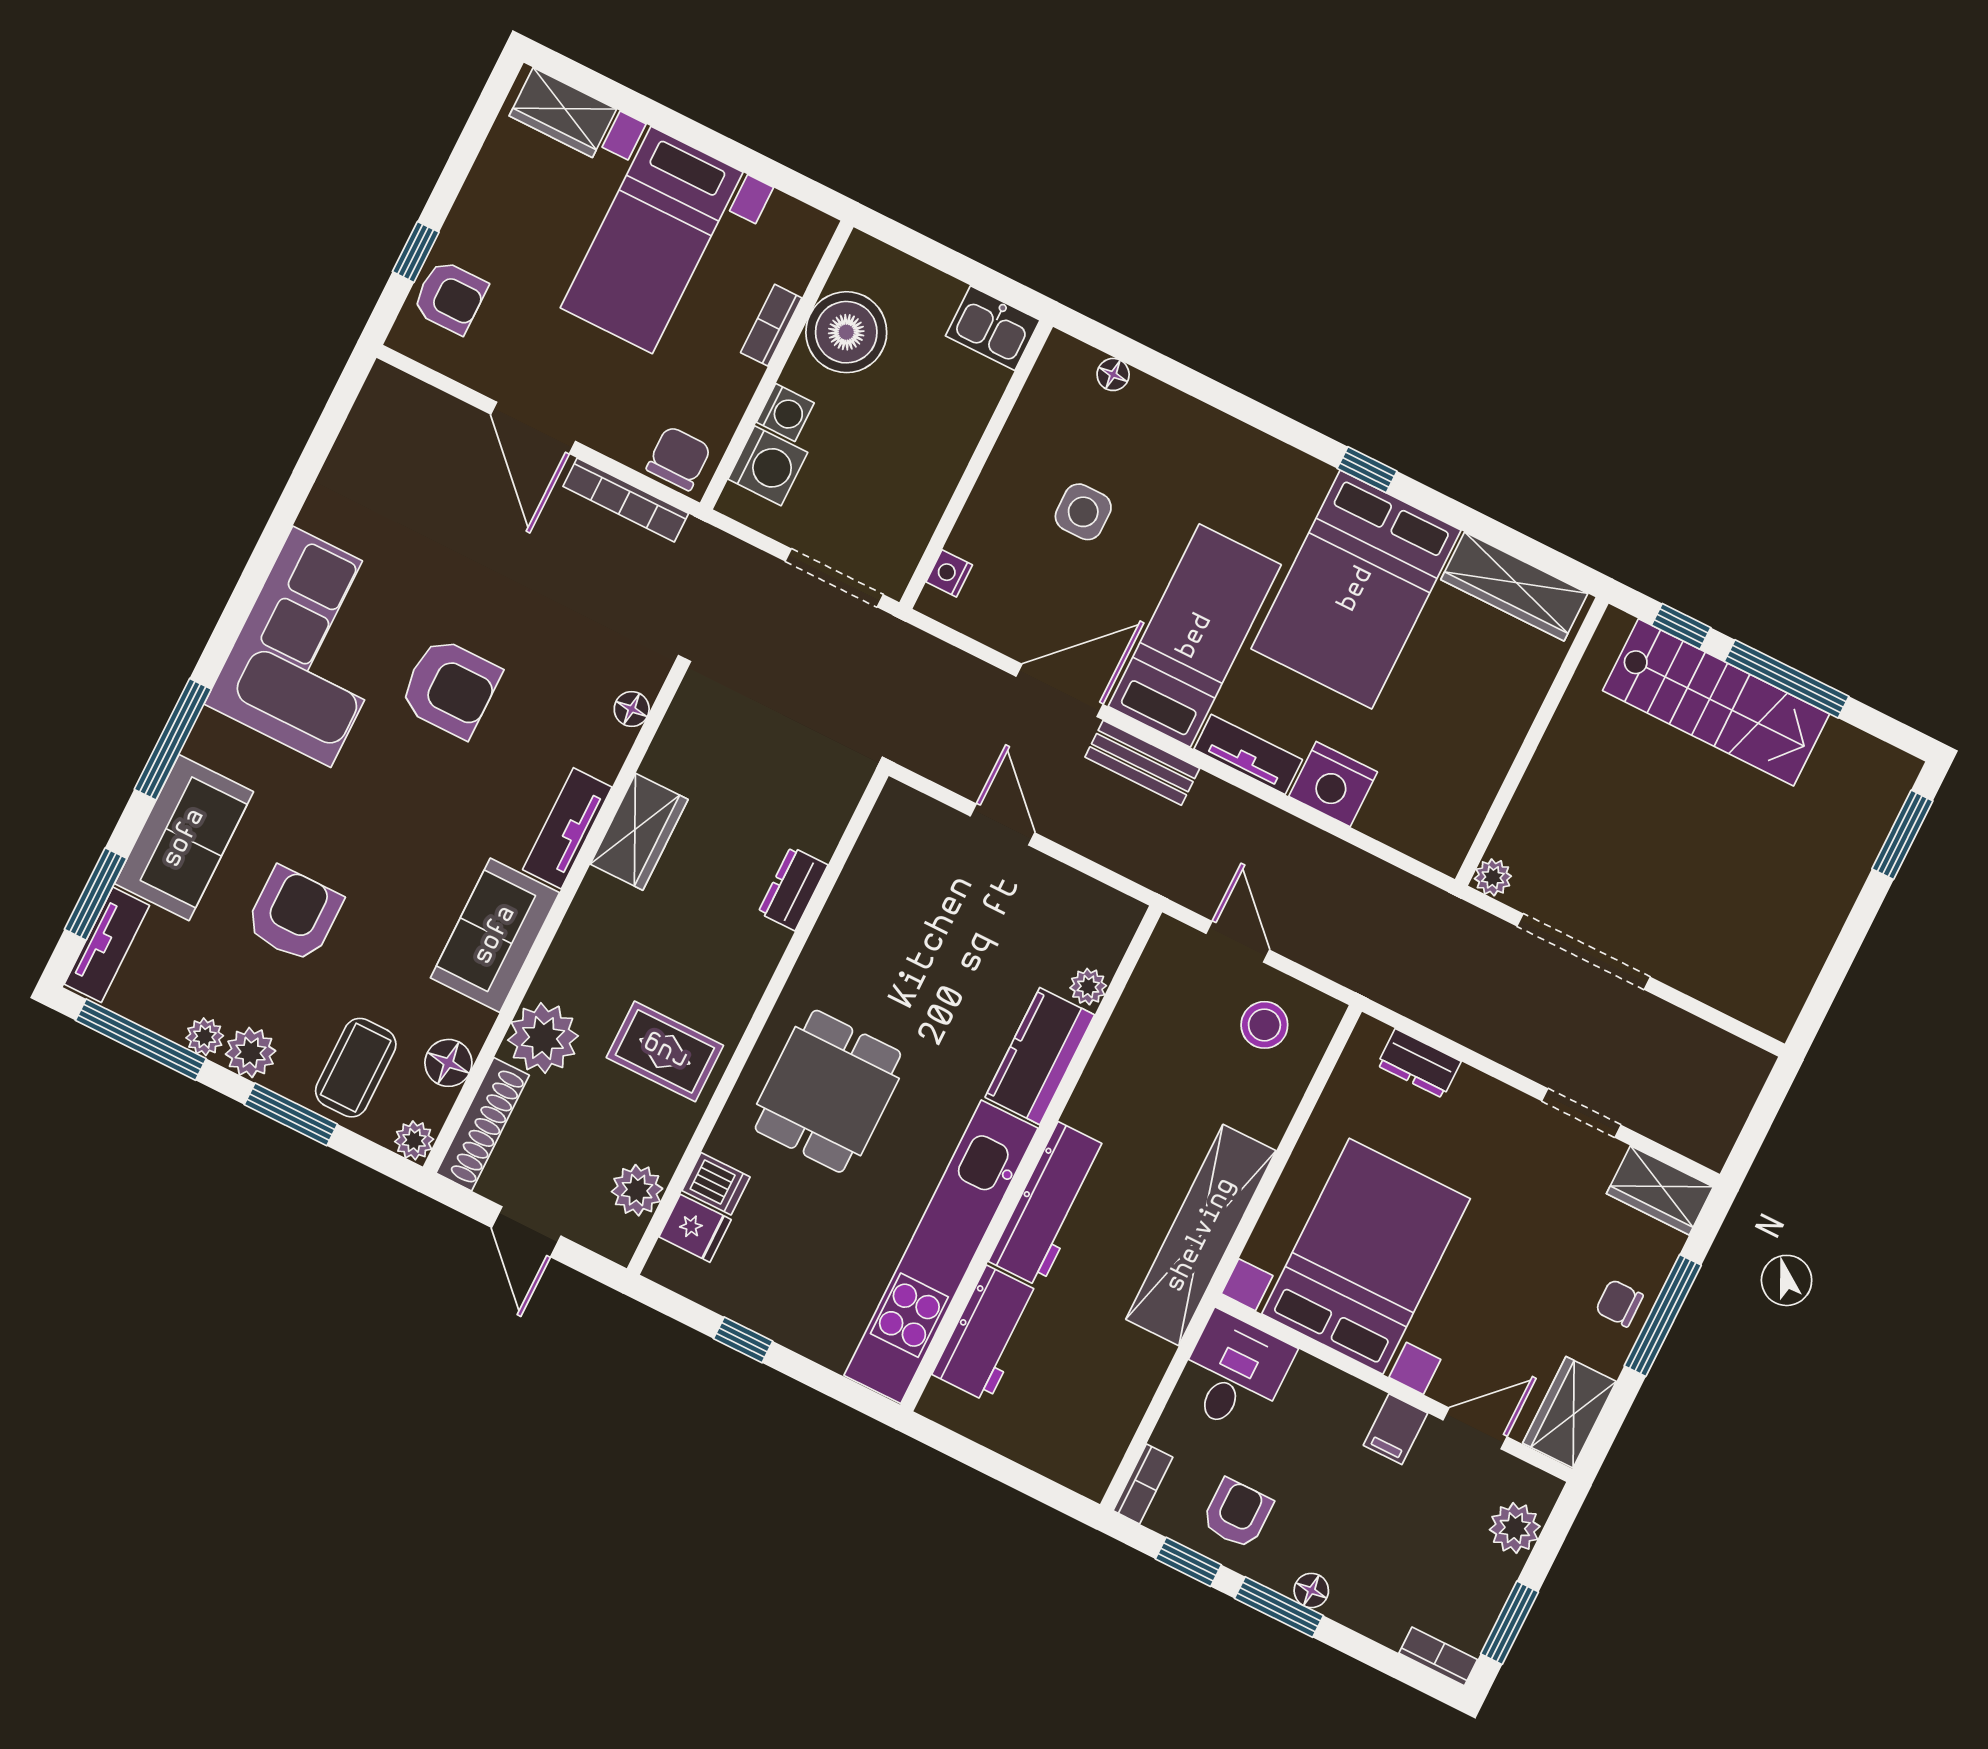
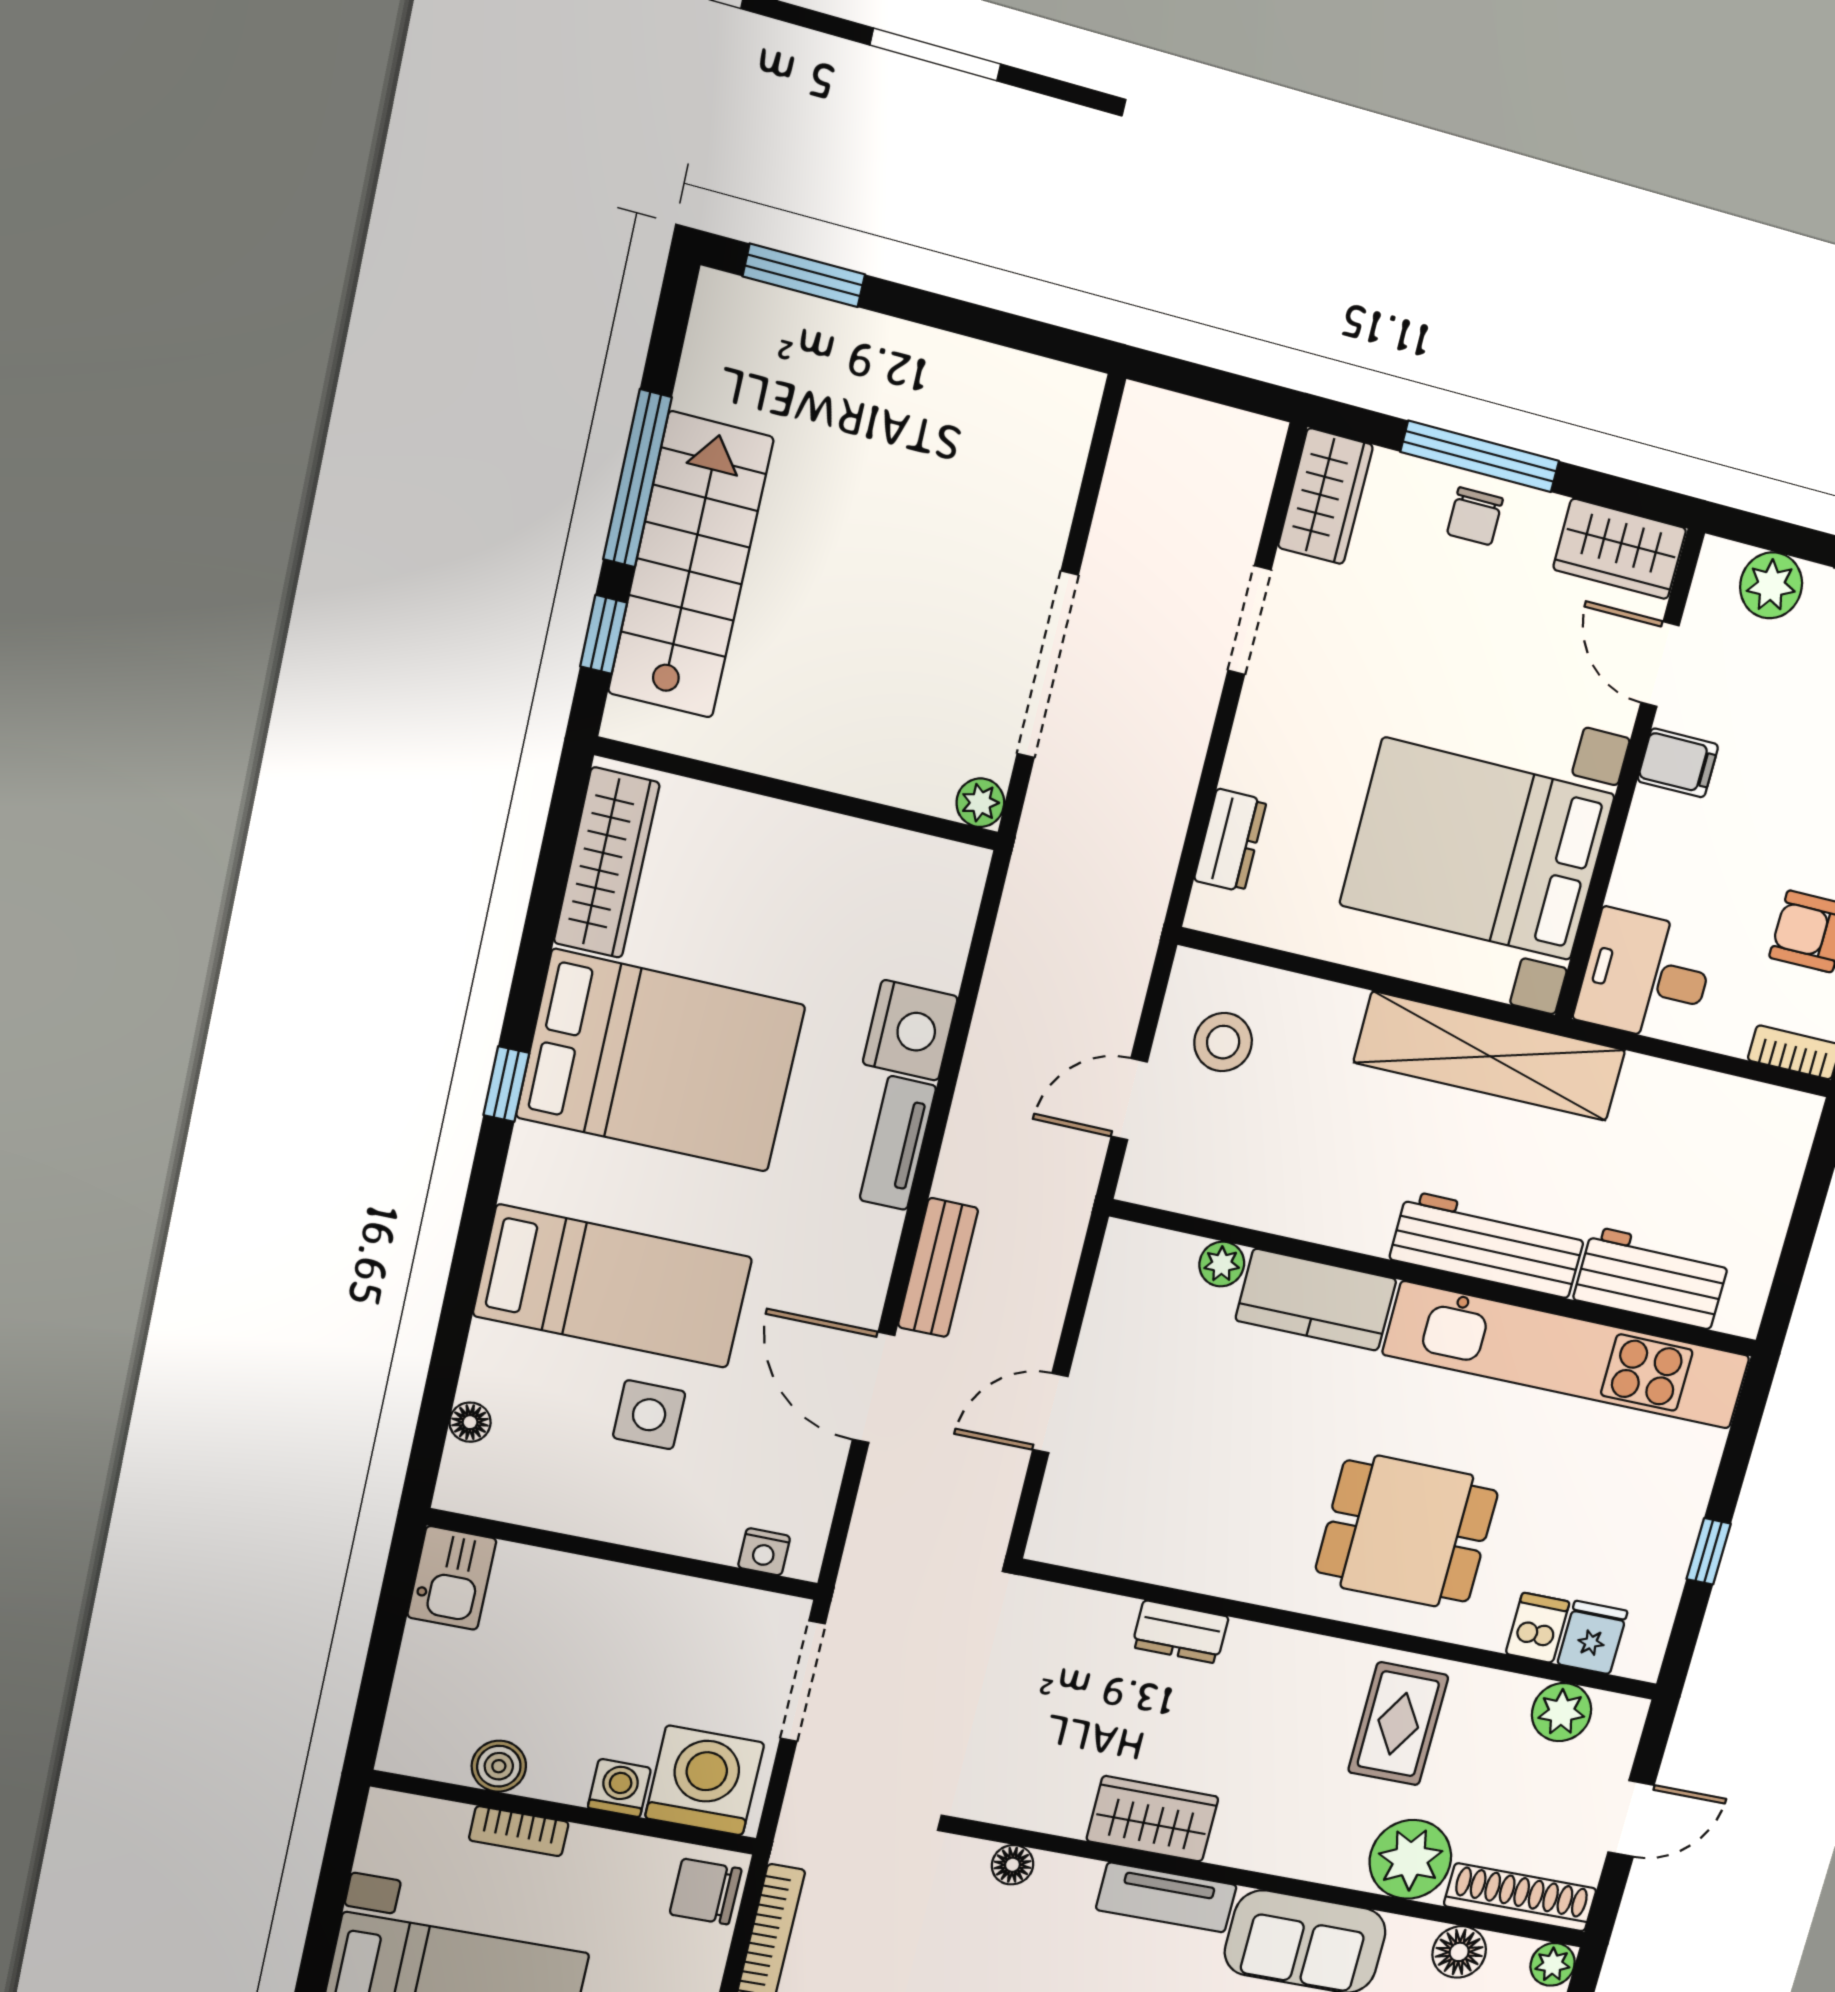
boiler: (846, 332) -> (499, 1766), width x0.54, depth x0.54
washing machine: (768, 466) -> (705, 1780), width x1.37, depth x1.37
bed: (1195, 636) -> (613, 1287), moved, turned 180

